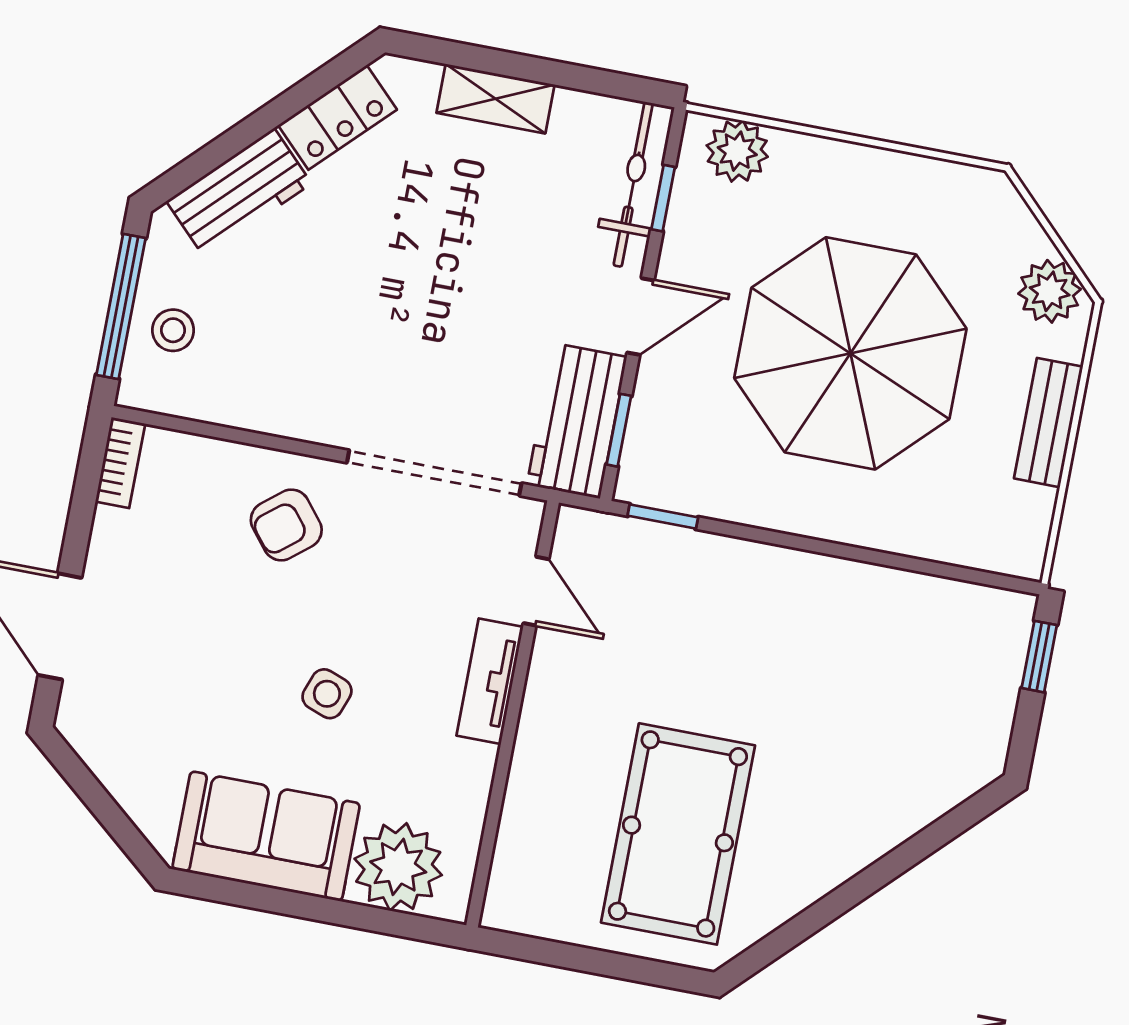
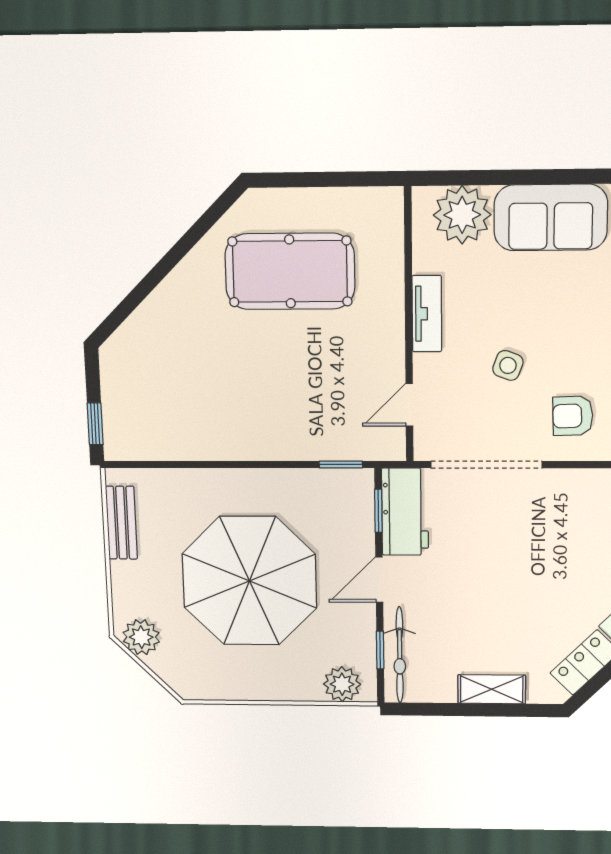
bench: (1048, 423) -> (121, 523), moved
armchair: (286, 525) -> (573, 416), turned -143
door: (536, 591) -> (409, 405), hinge flipped
tv unit: (490, 681) -> (427, 314), moved
side table: (327, 694) -> (508, 365), moved
pool table: (678, 834) -> (290, 271), turned 90

